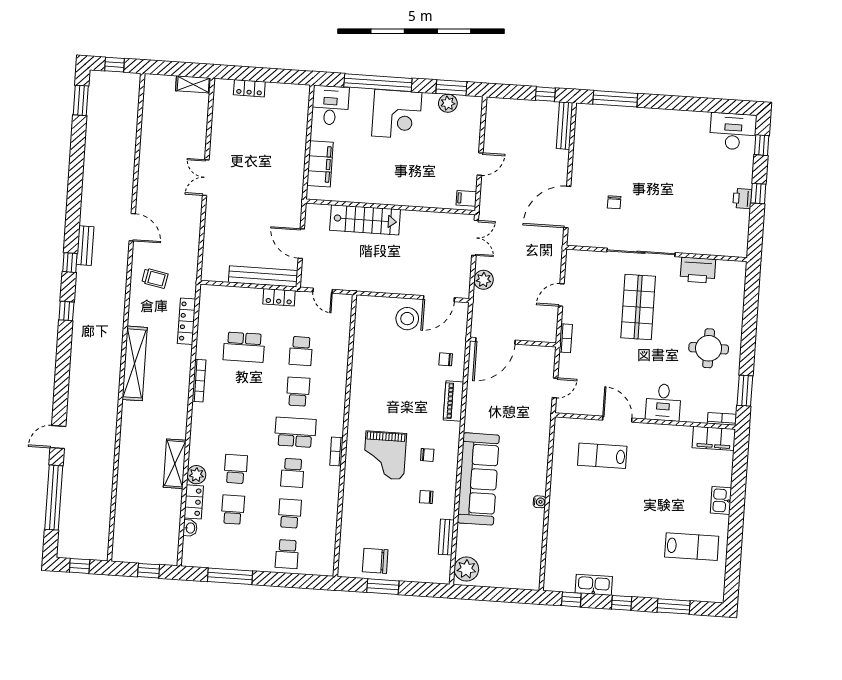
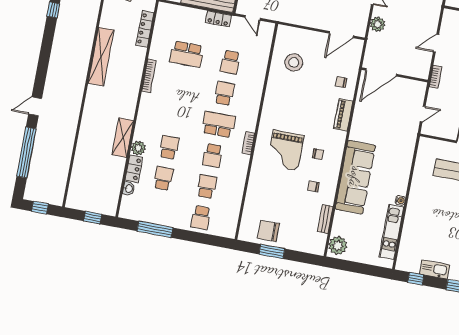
stool: (407, 319) -> (294, 62), moved
kitchen unit: (533, 543) -> (391, 232), added

